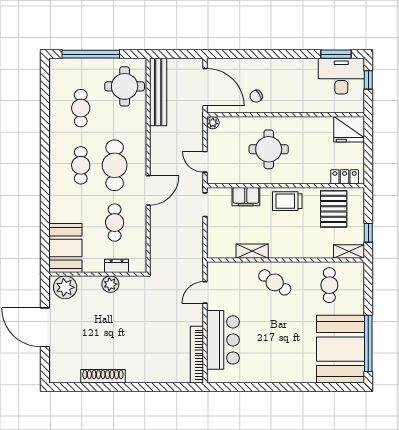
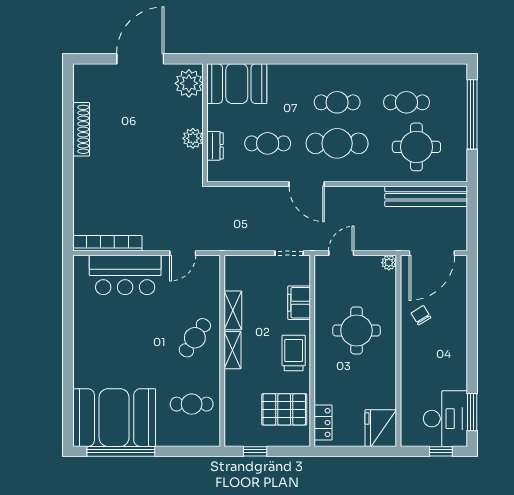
round table: (125, 86) -> (416, 147), moved
shelving: (349, 251) -> (232, 350), moved
door: (205, 292) -> (183, 253), swing flipped

